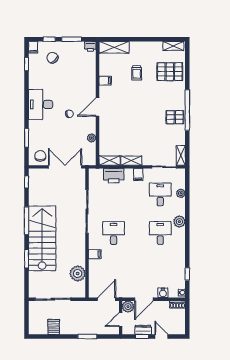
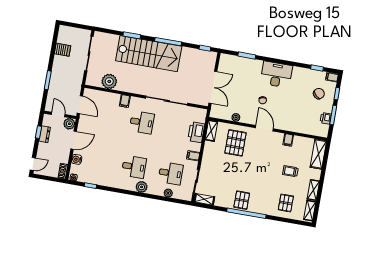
printer: (90, 46) -> (326, 118), moved
pallet: (170, 72) -> (286, 203), width x0.67, depth x0.71
pallet: (118, 134) -> (235, 143), added
chair: (40, 156) -> (227, 66), removed
shelving: (131, 161) -> (313, 190), moved
door: (144, 299) -> (74, 140), swing flipped
door: (161, 337) -> (33, 164), moved

